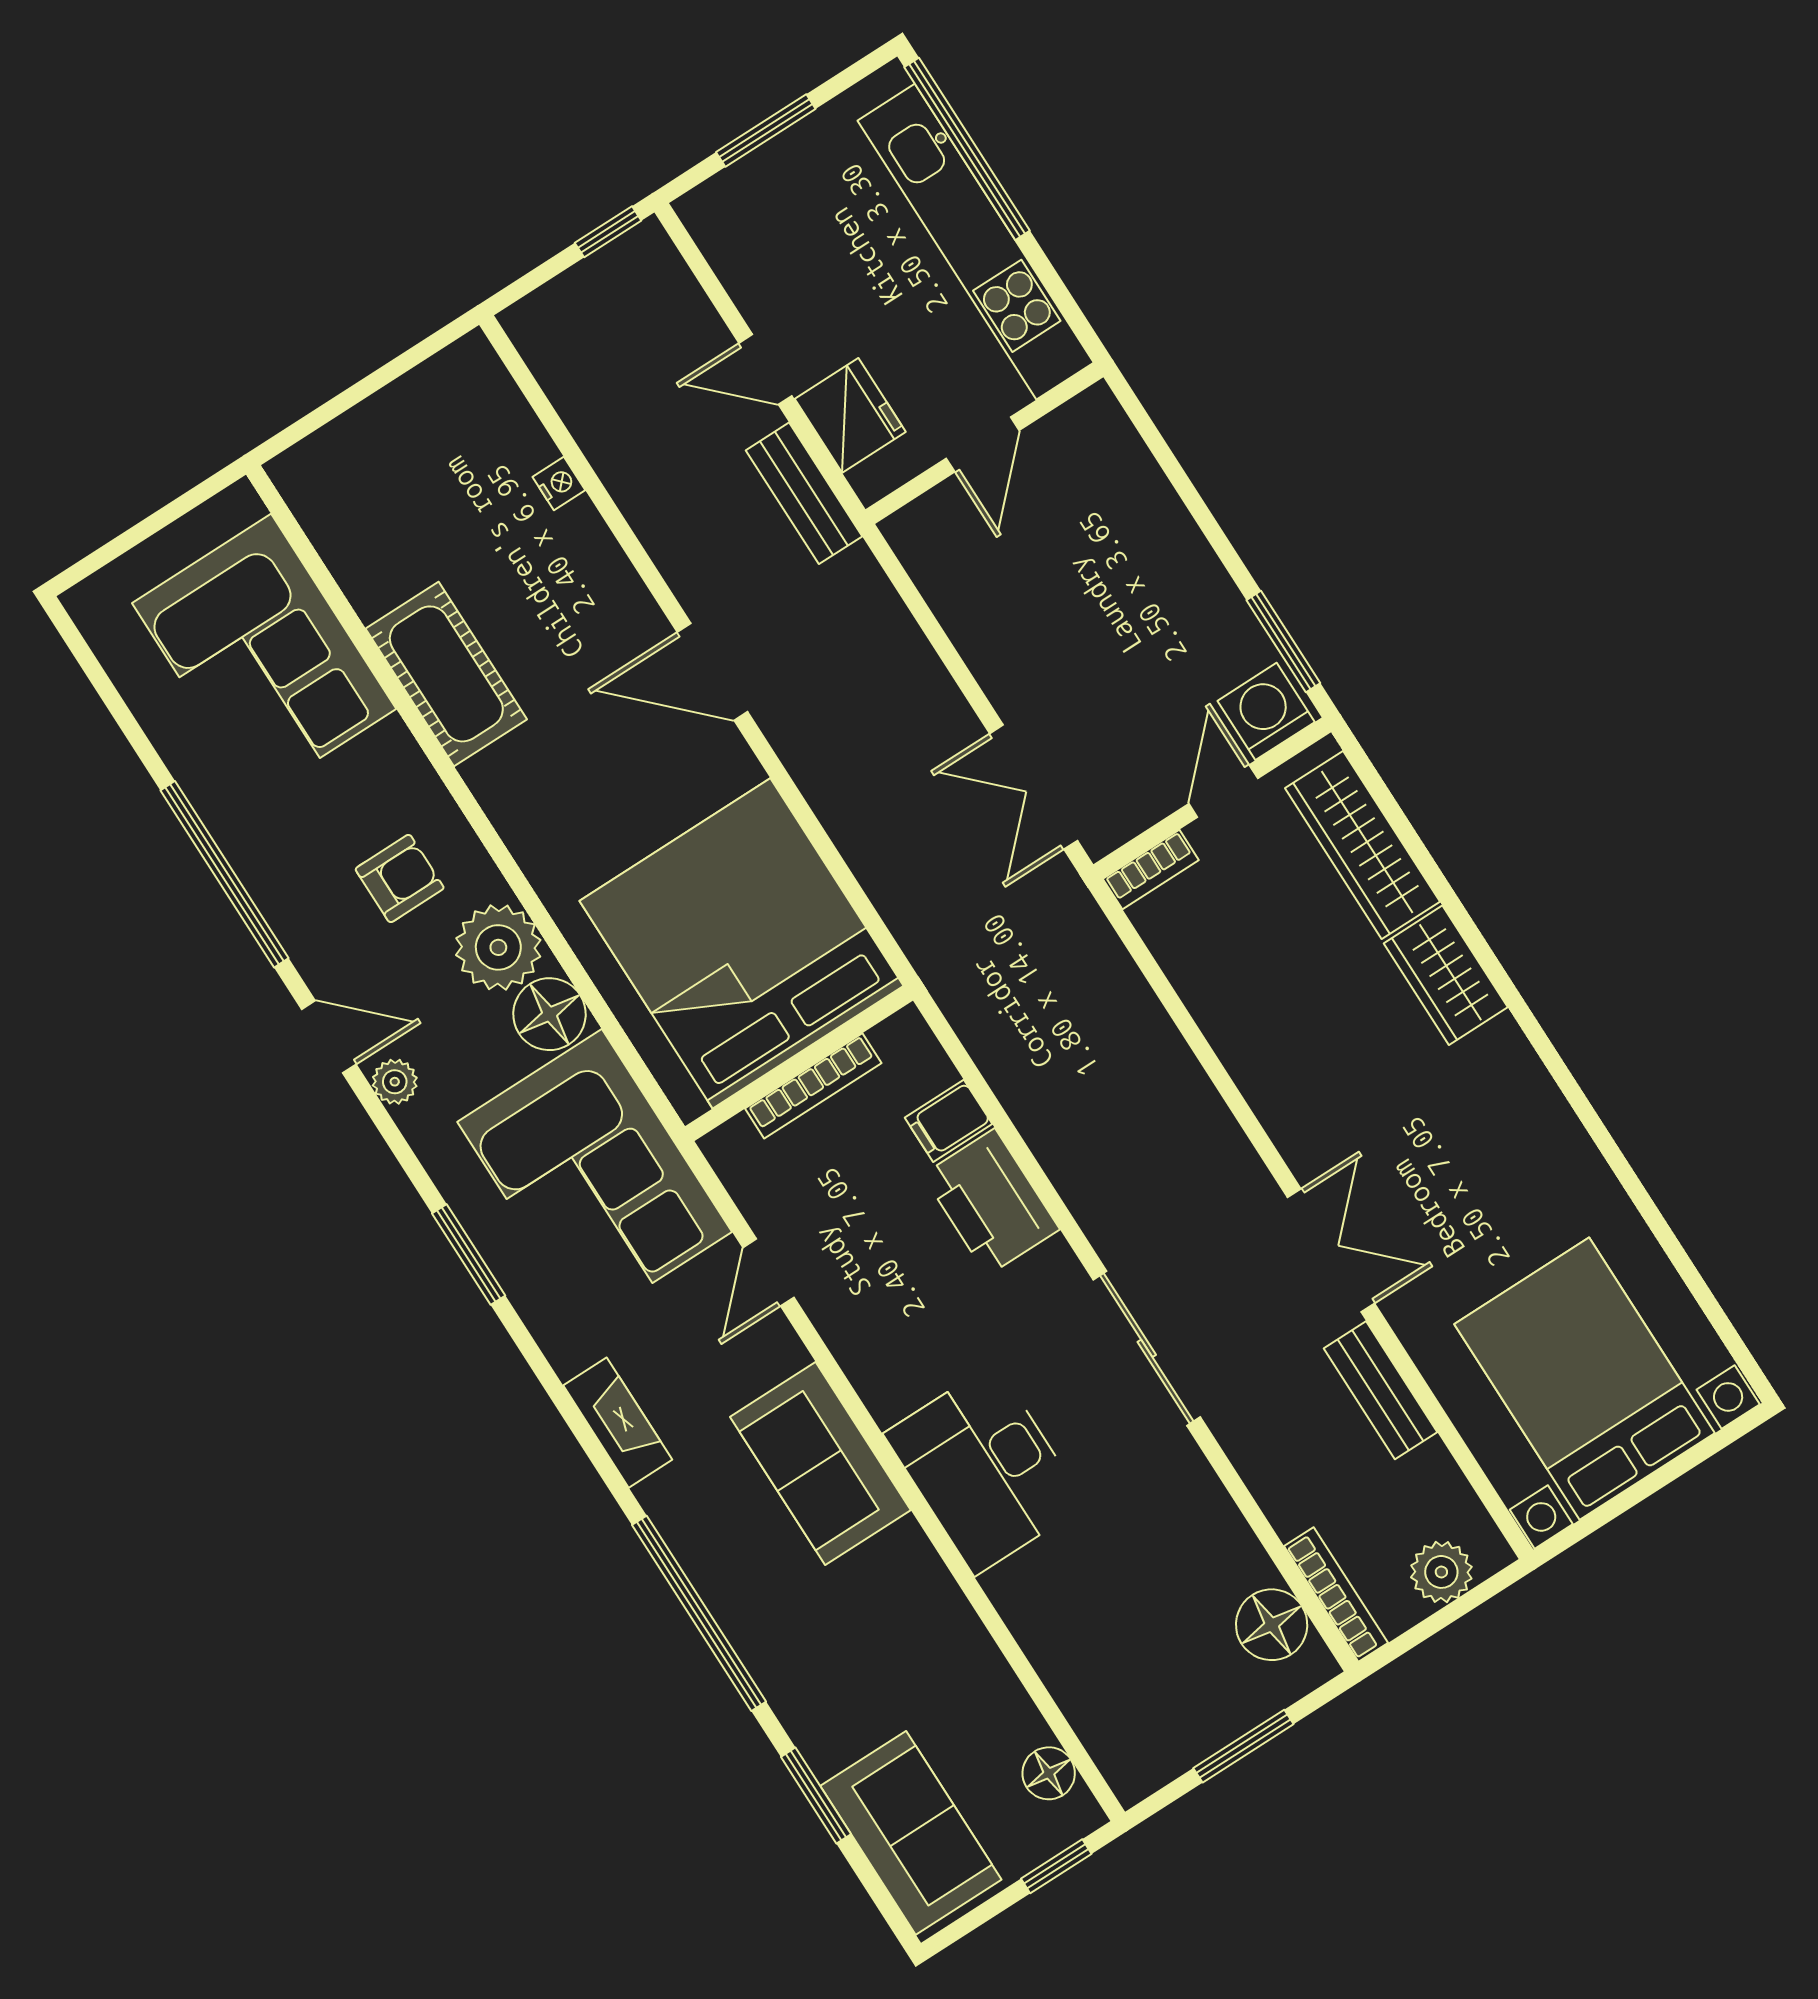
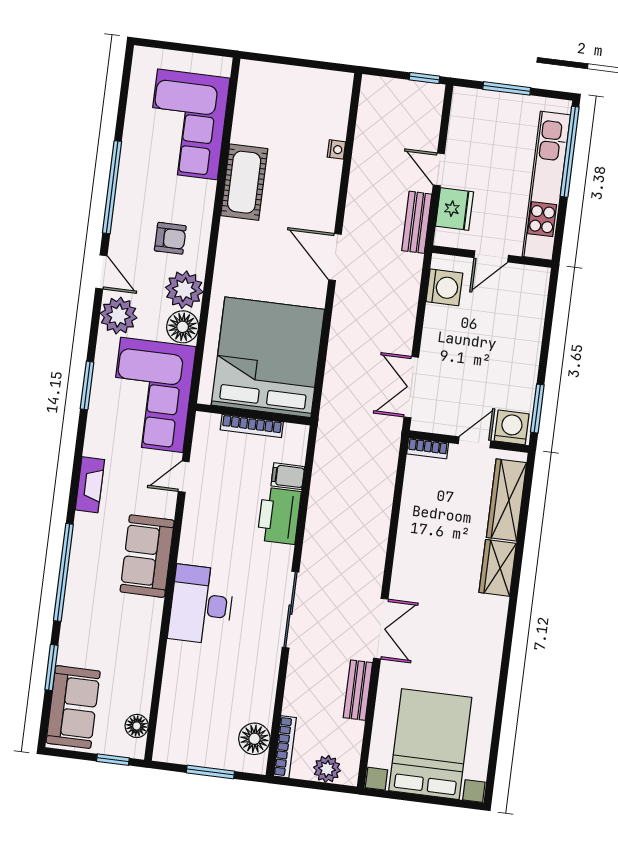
washing machine: (946, 566) -> (444, 287), added
plant: (395, 1082) -> (119, 316), width x1.88, depth x1.88

